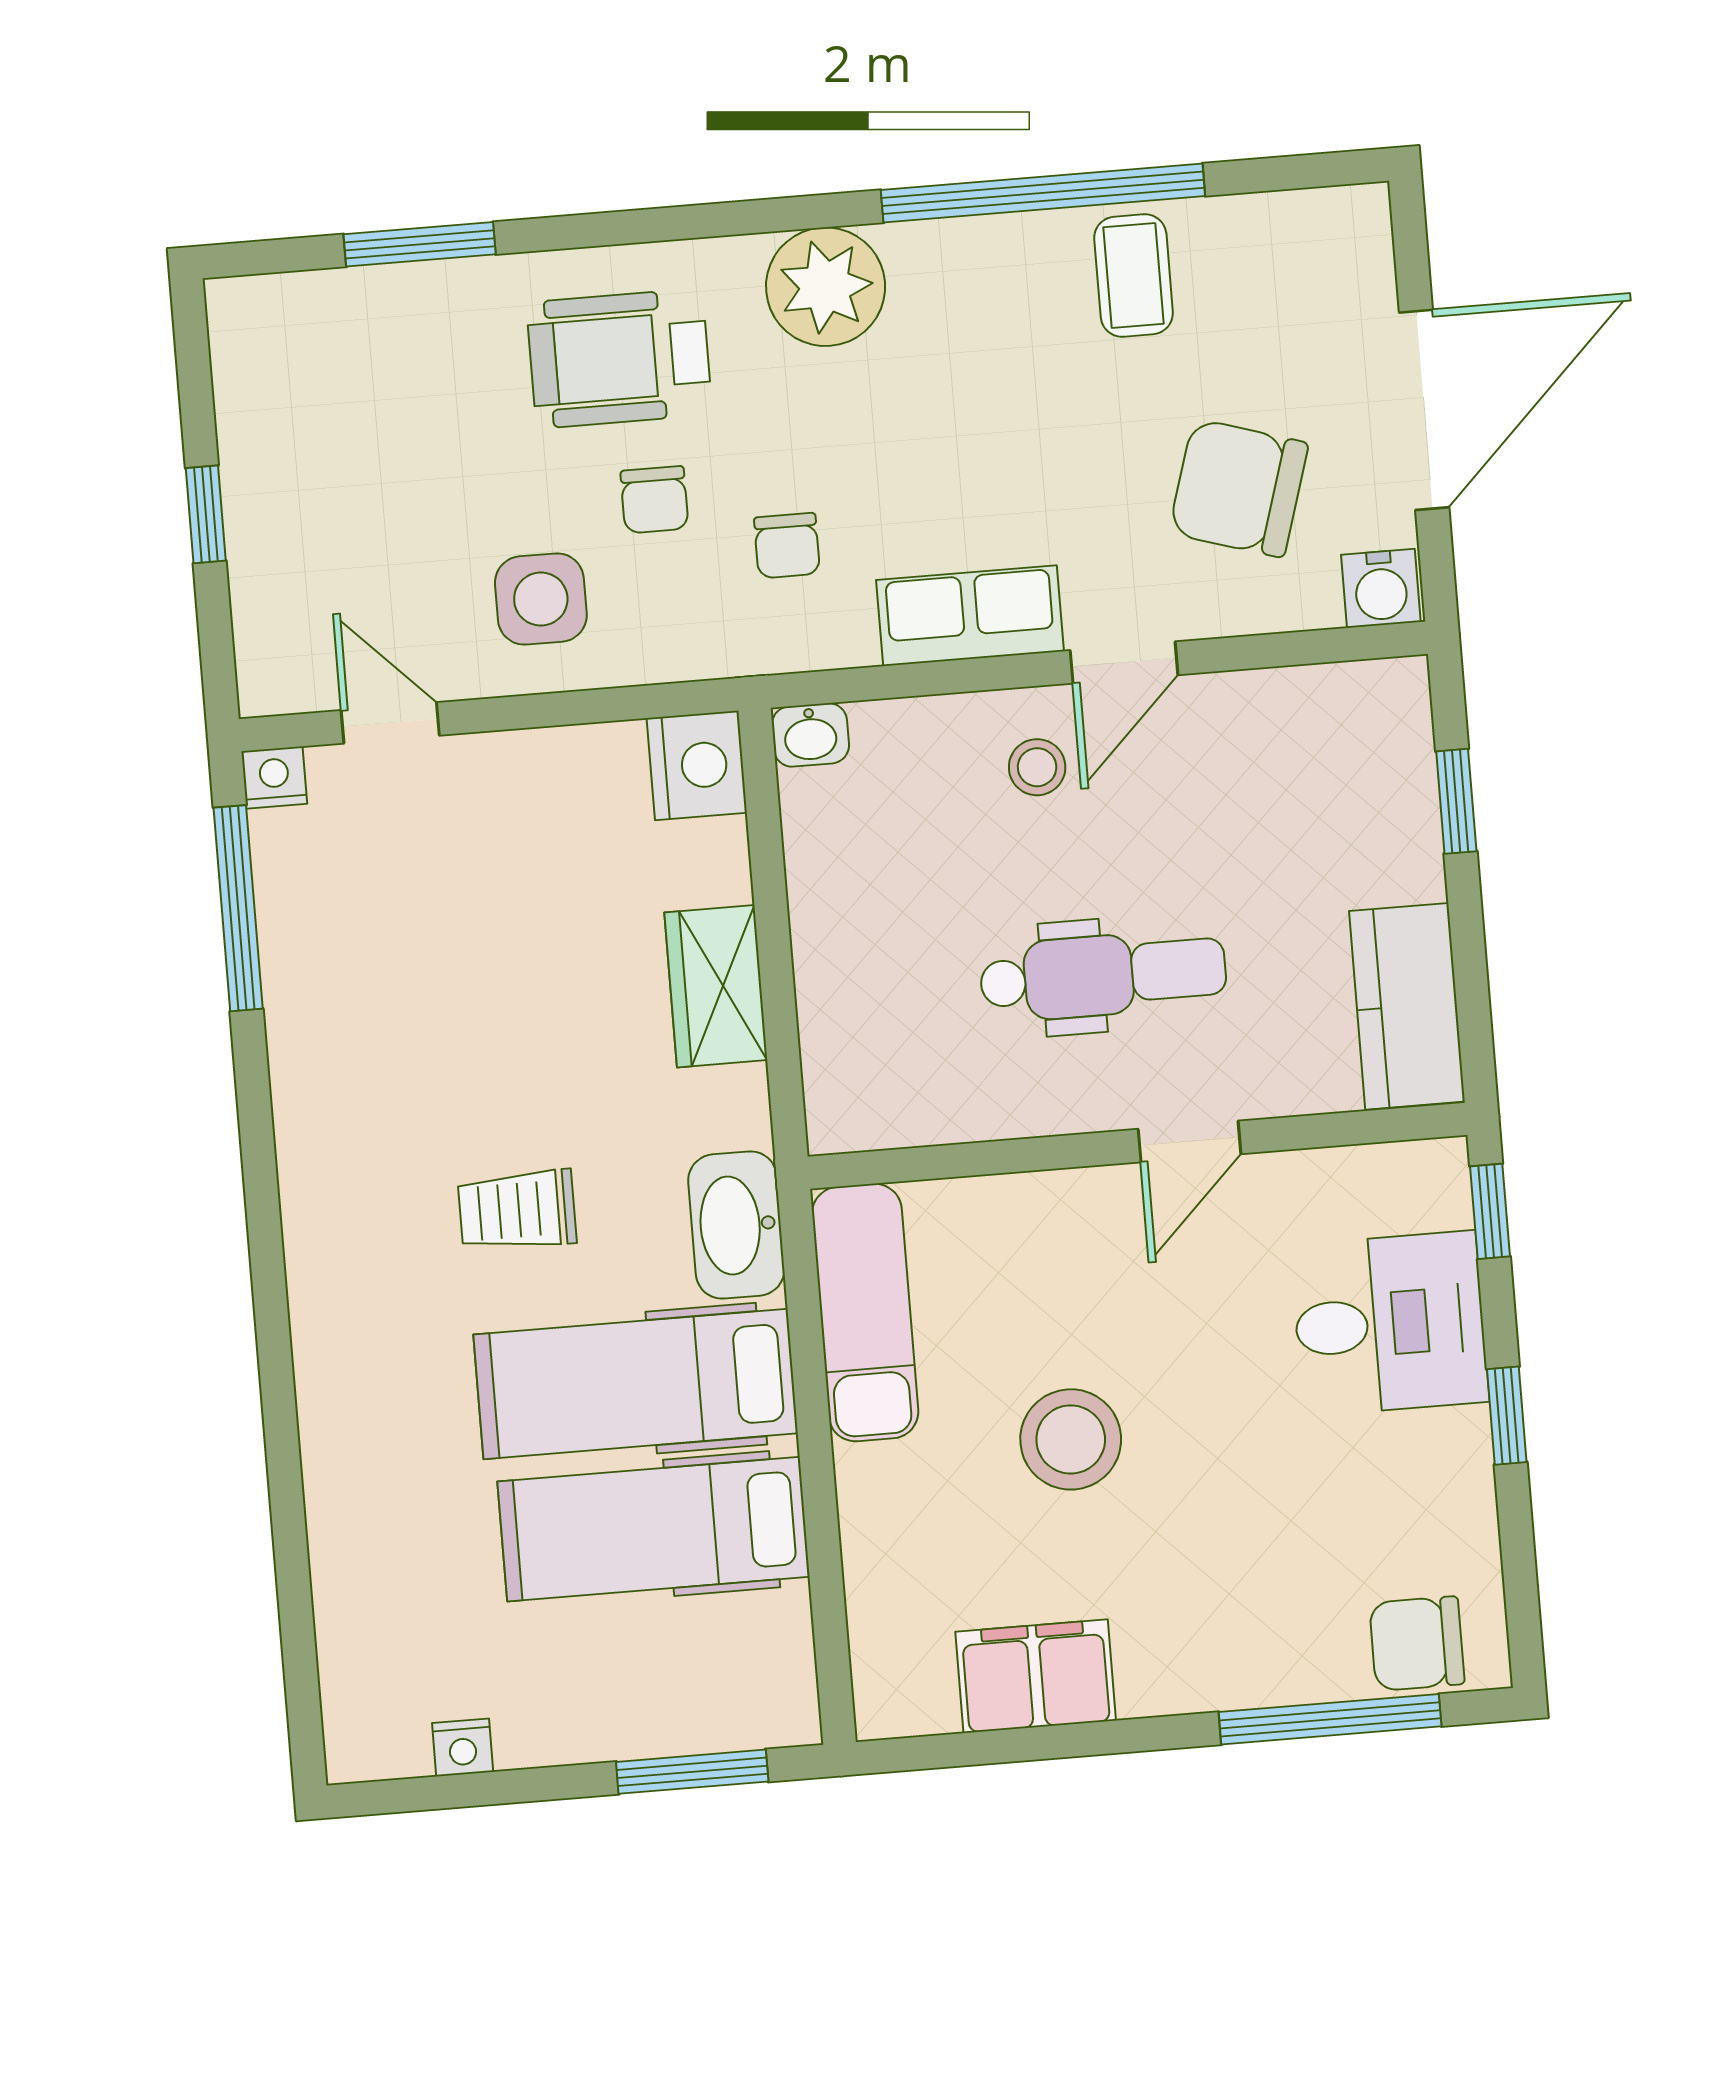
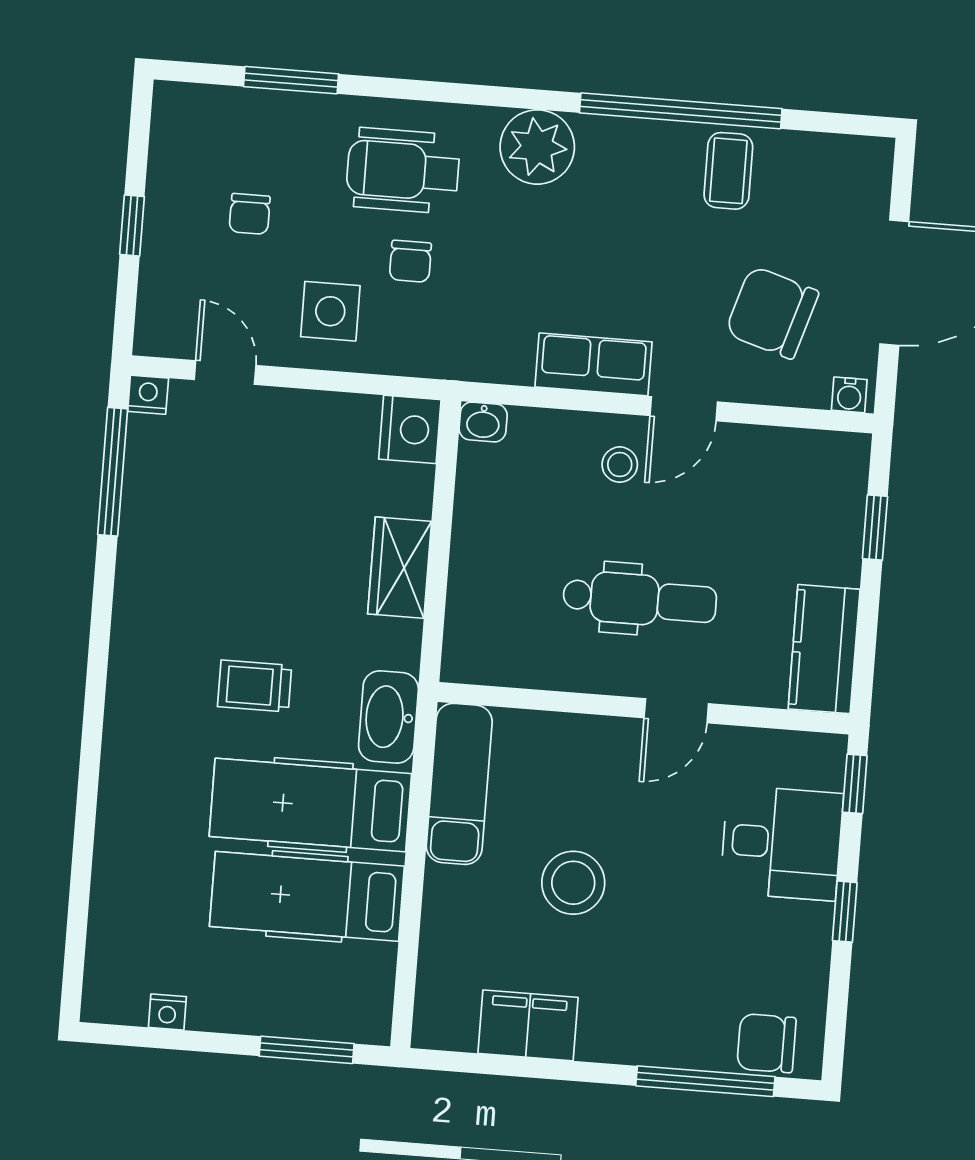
chair: (787, 546) -> (250, 214), moved
water cooler: (1381, 588) -> (849, 395), width x0.72, depth x0.72

